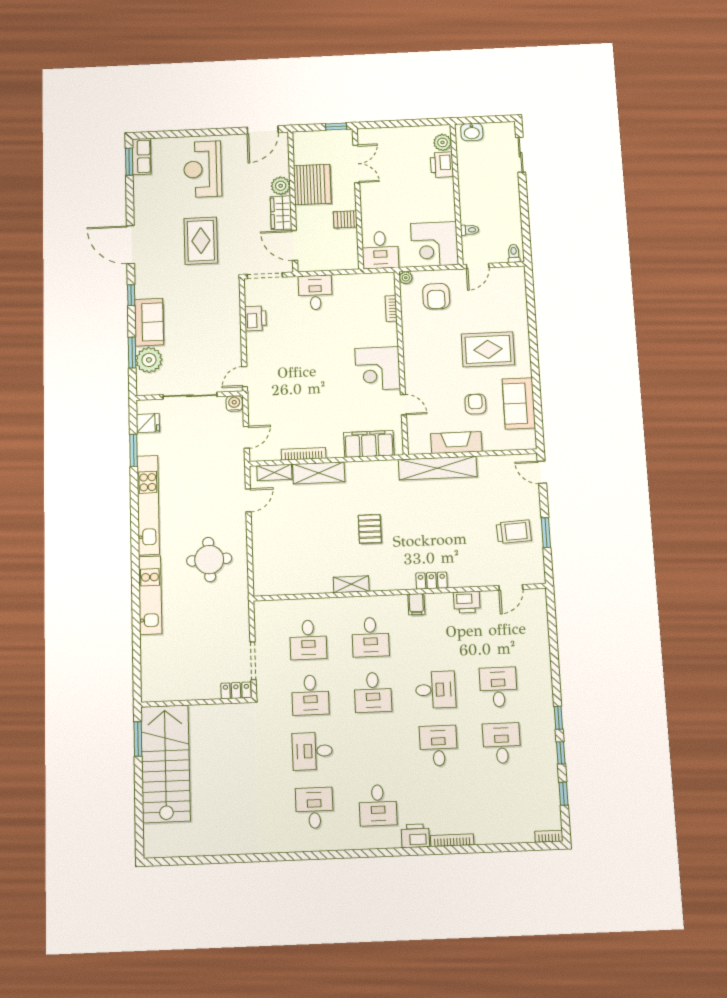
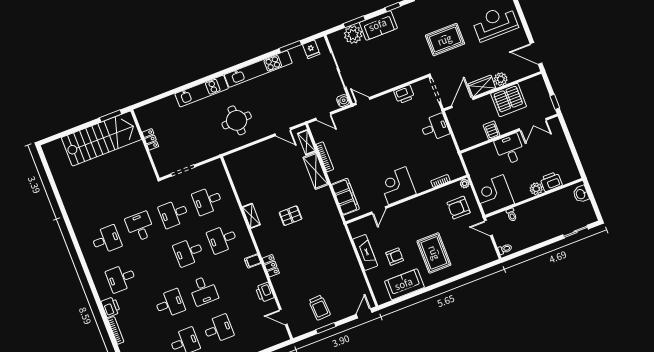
plant: (442, 142) -> (536, 189), moved
desk: (380, 250) -> (510, 149), moved, turned 90
shelving: (438, 468) -> (344, 246), removed
locker: (236, 690) -> (150, 139), moved

